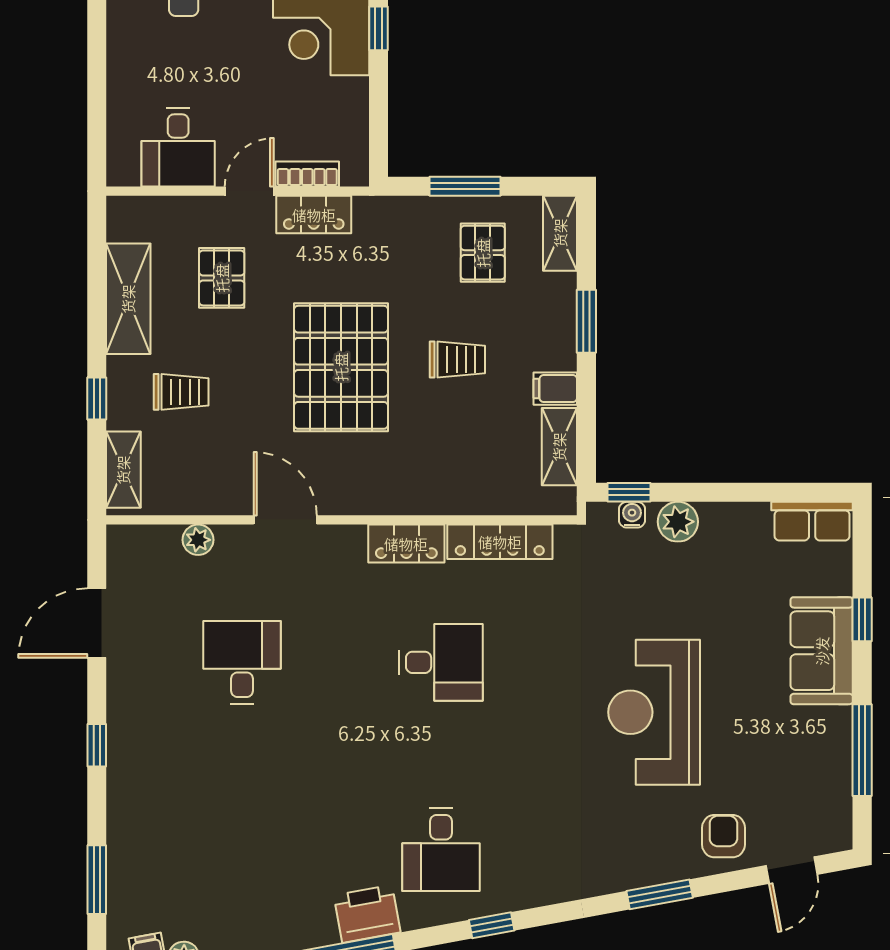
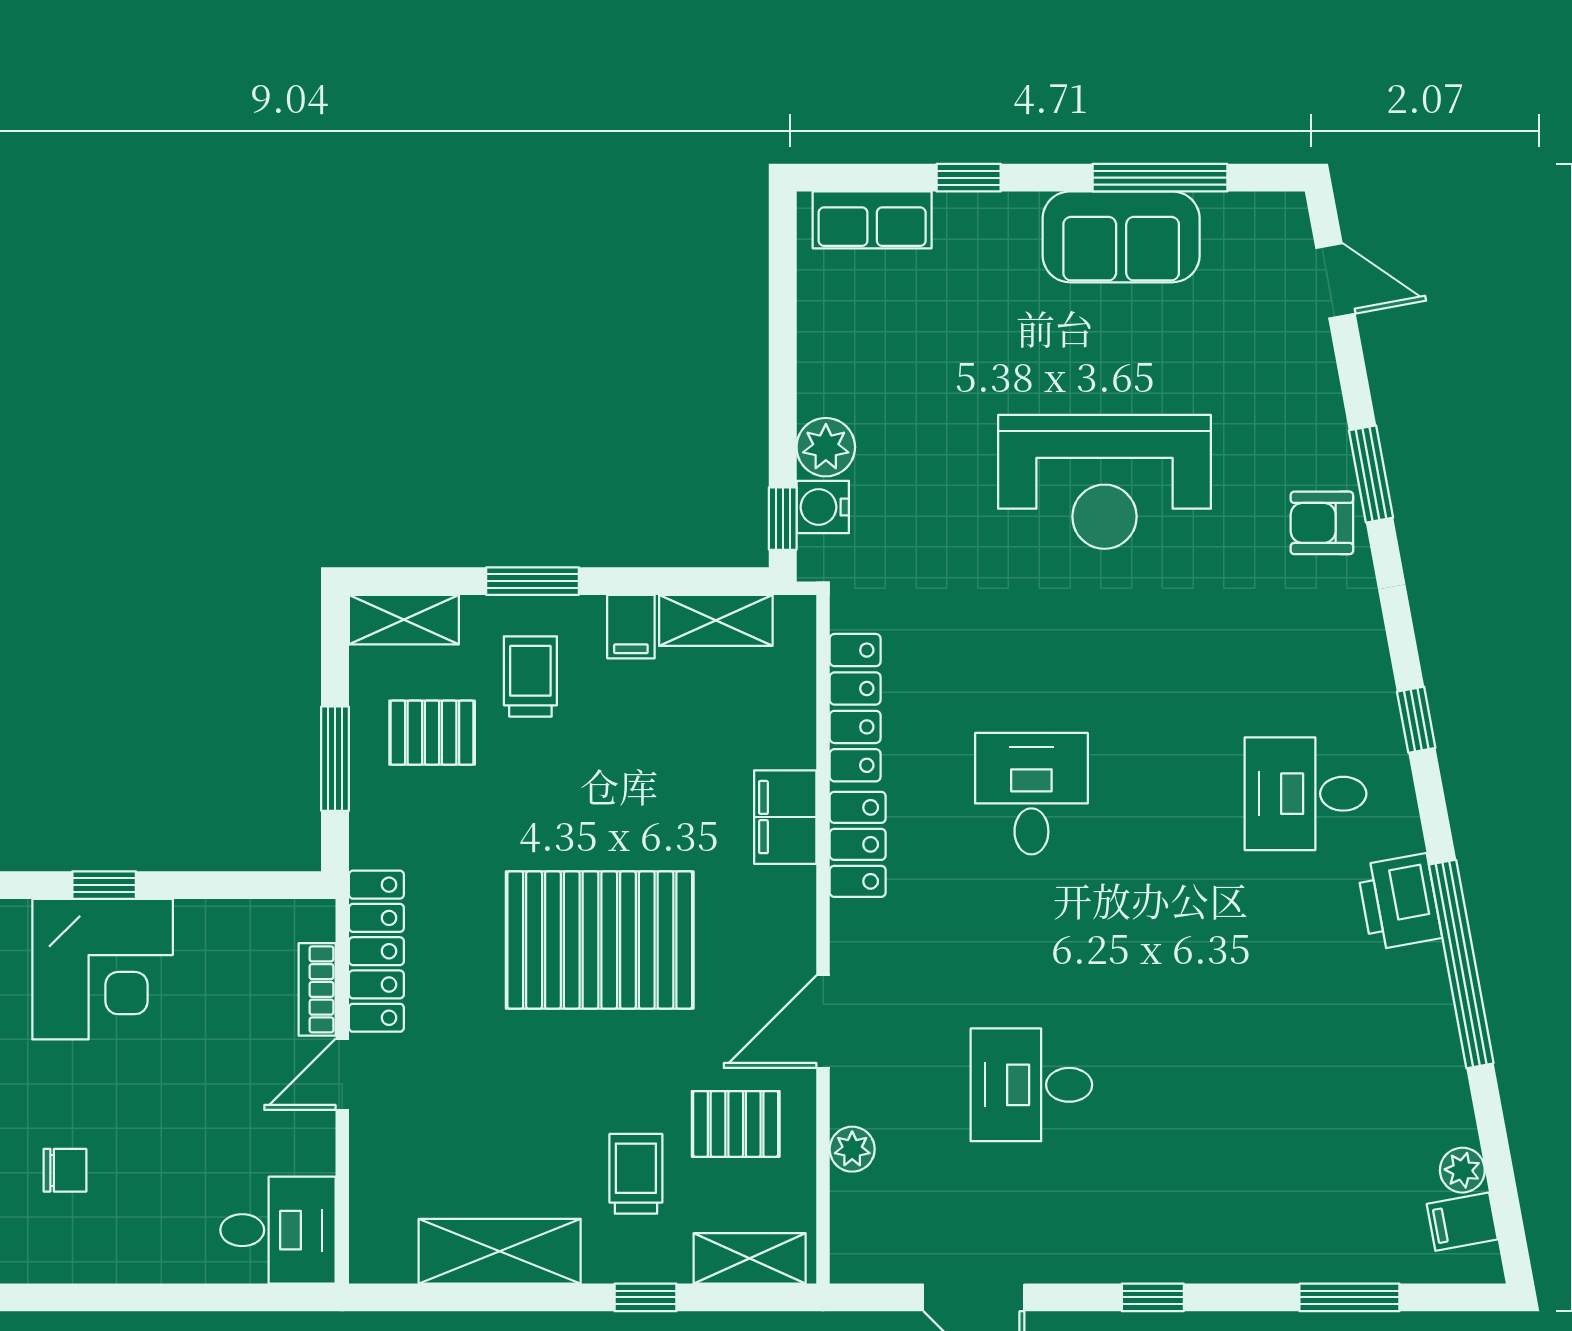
desk: (178, 147) -> (278, 1230), moved
door: (249, 191) -> (342, 1074), hinge flipped
locker: (314, 215) -> (376, 951), width x1.53
pallet: (222, 278) -> (736, 1124), moved
trolley: (457, 359) -> (530, 676), moved
filing cabinet: (425, 494) -> (785, 817), added
water cooler: (632, 515) -> (823, 507), width x1.38, depth x1.38
row of seats: (812, 521) -> (872, 220), moved, turned 90
sofa: (822, 651) -> (1121, 237), moved
armchair: (723, 836) -> (1322, 523), moved
desk: (441, 850) -> (1306, 794), turned 180

